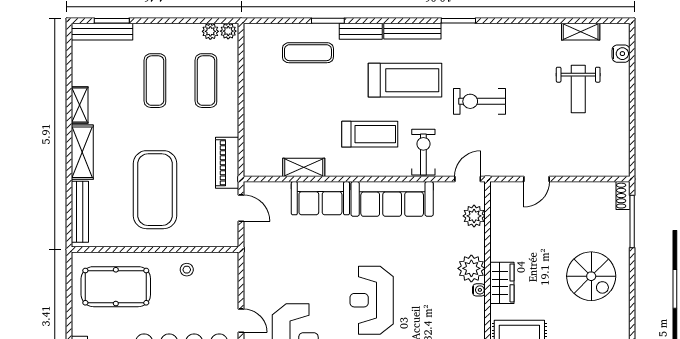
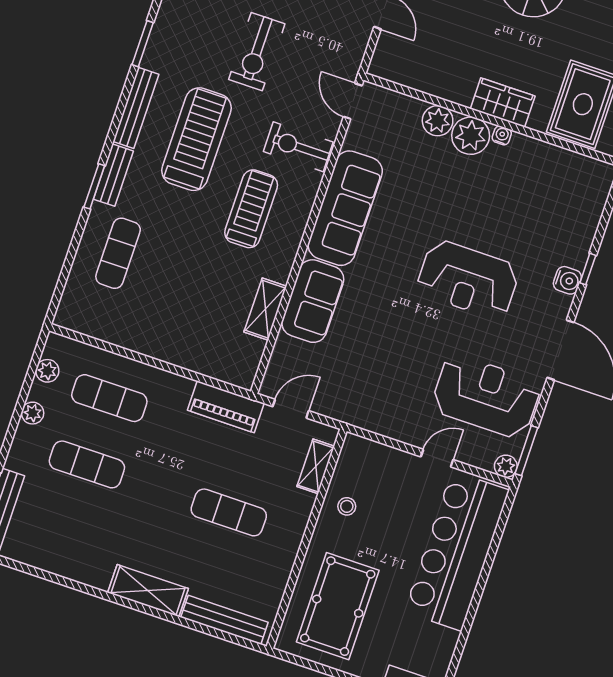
window: (328, 21) -> (94, 186), moved
plant: (228, 31) -> (33, 413), moved
shelving: (80, 105) -> (316, 466), moved, turned 90
exercise mat: (155, 190) -> (229, 512), width x0.50, depth x0.69
plant: (474, 216) -> (438, 121), moved

